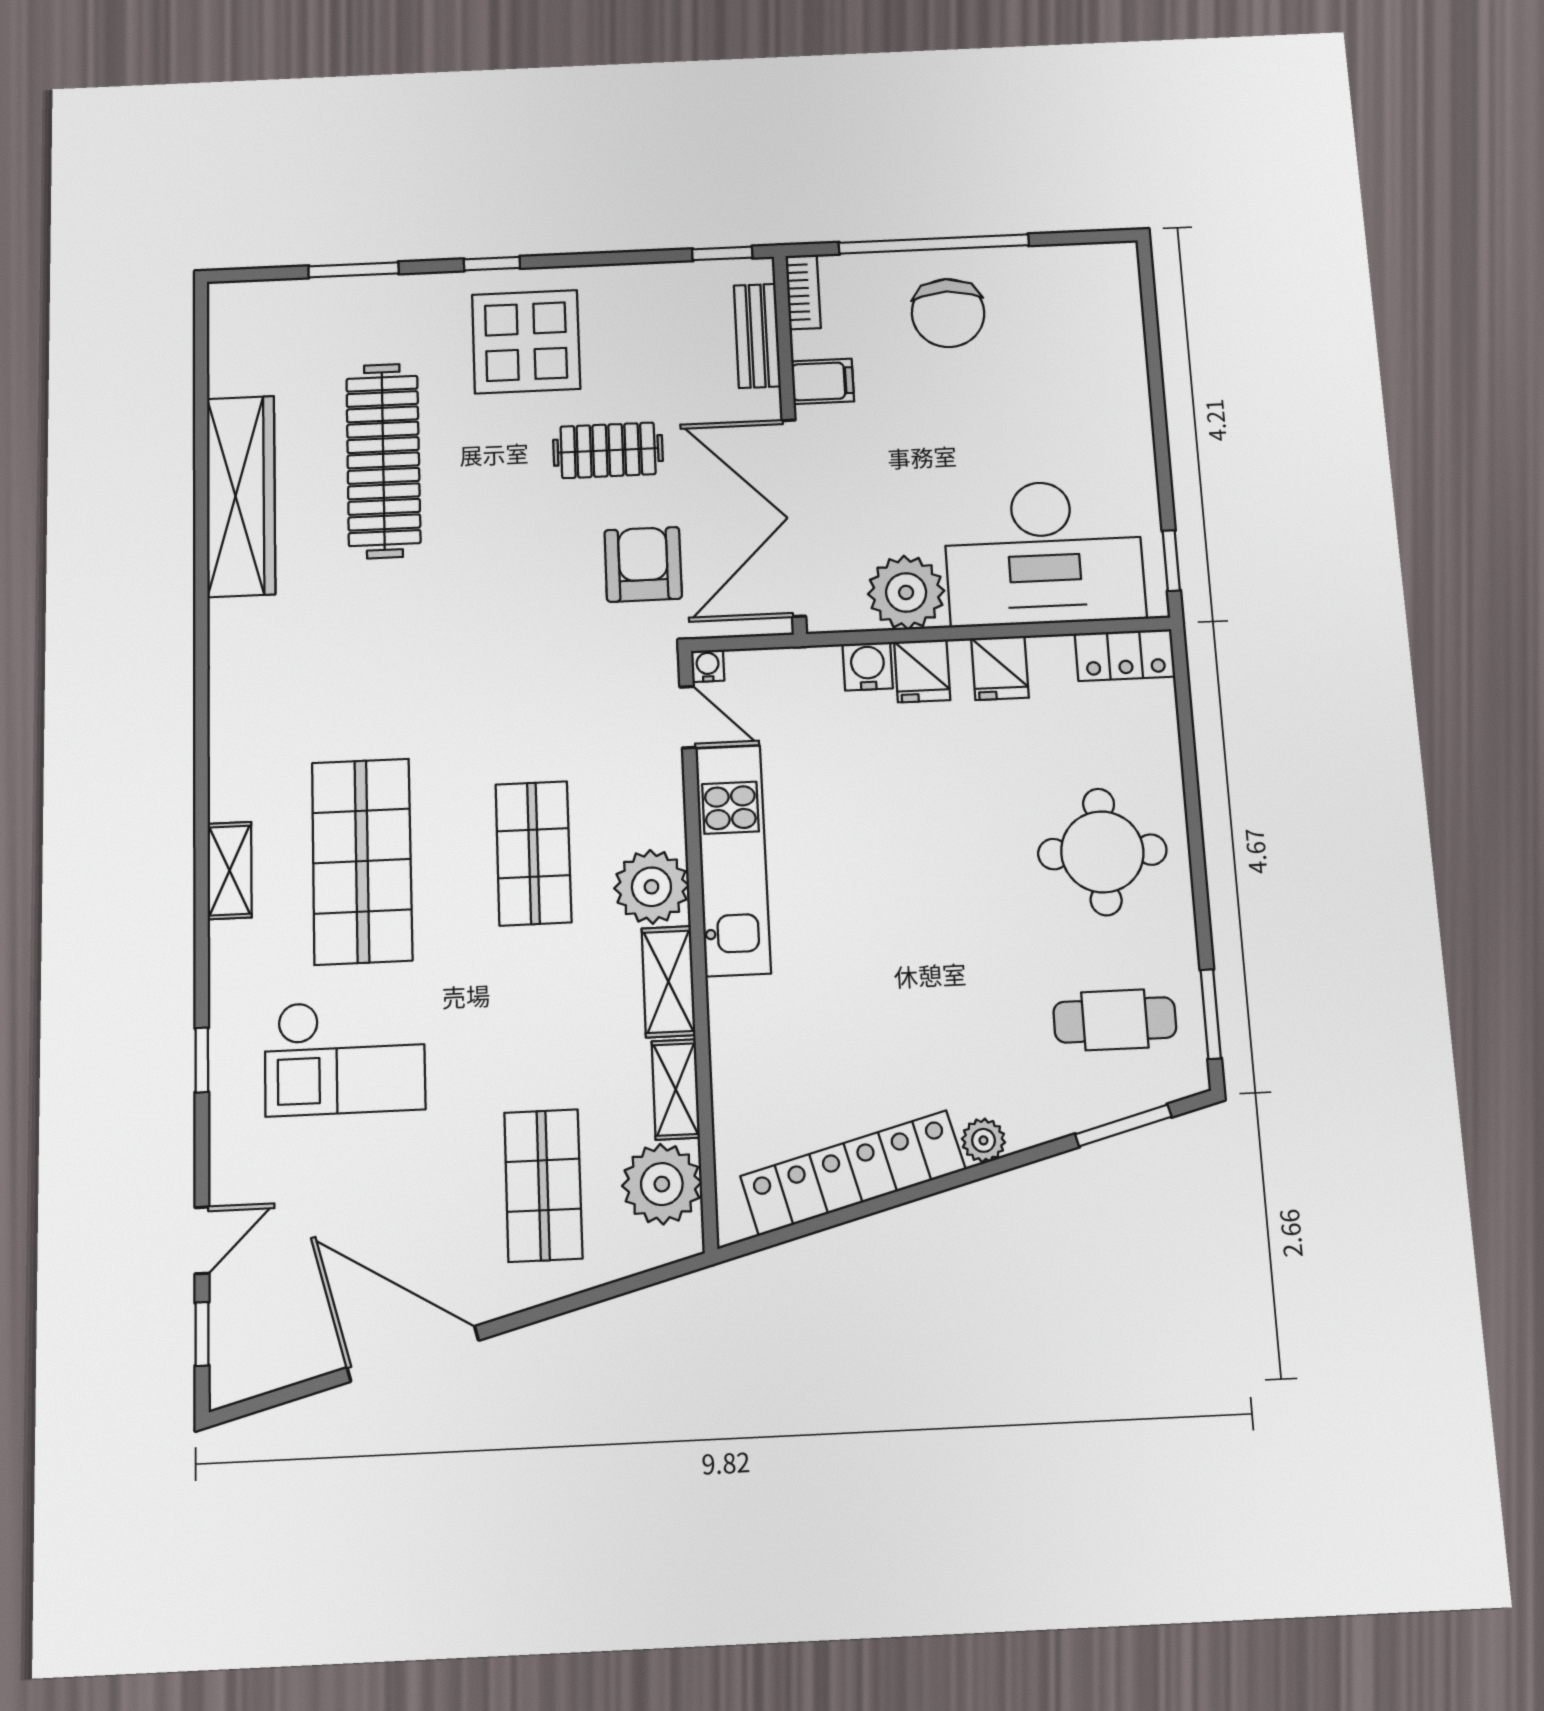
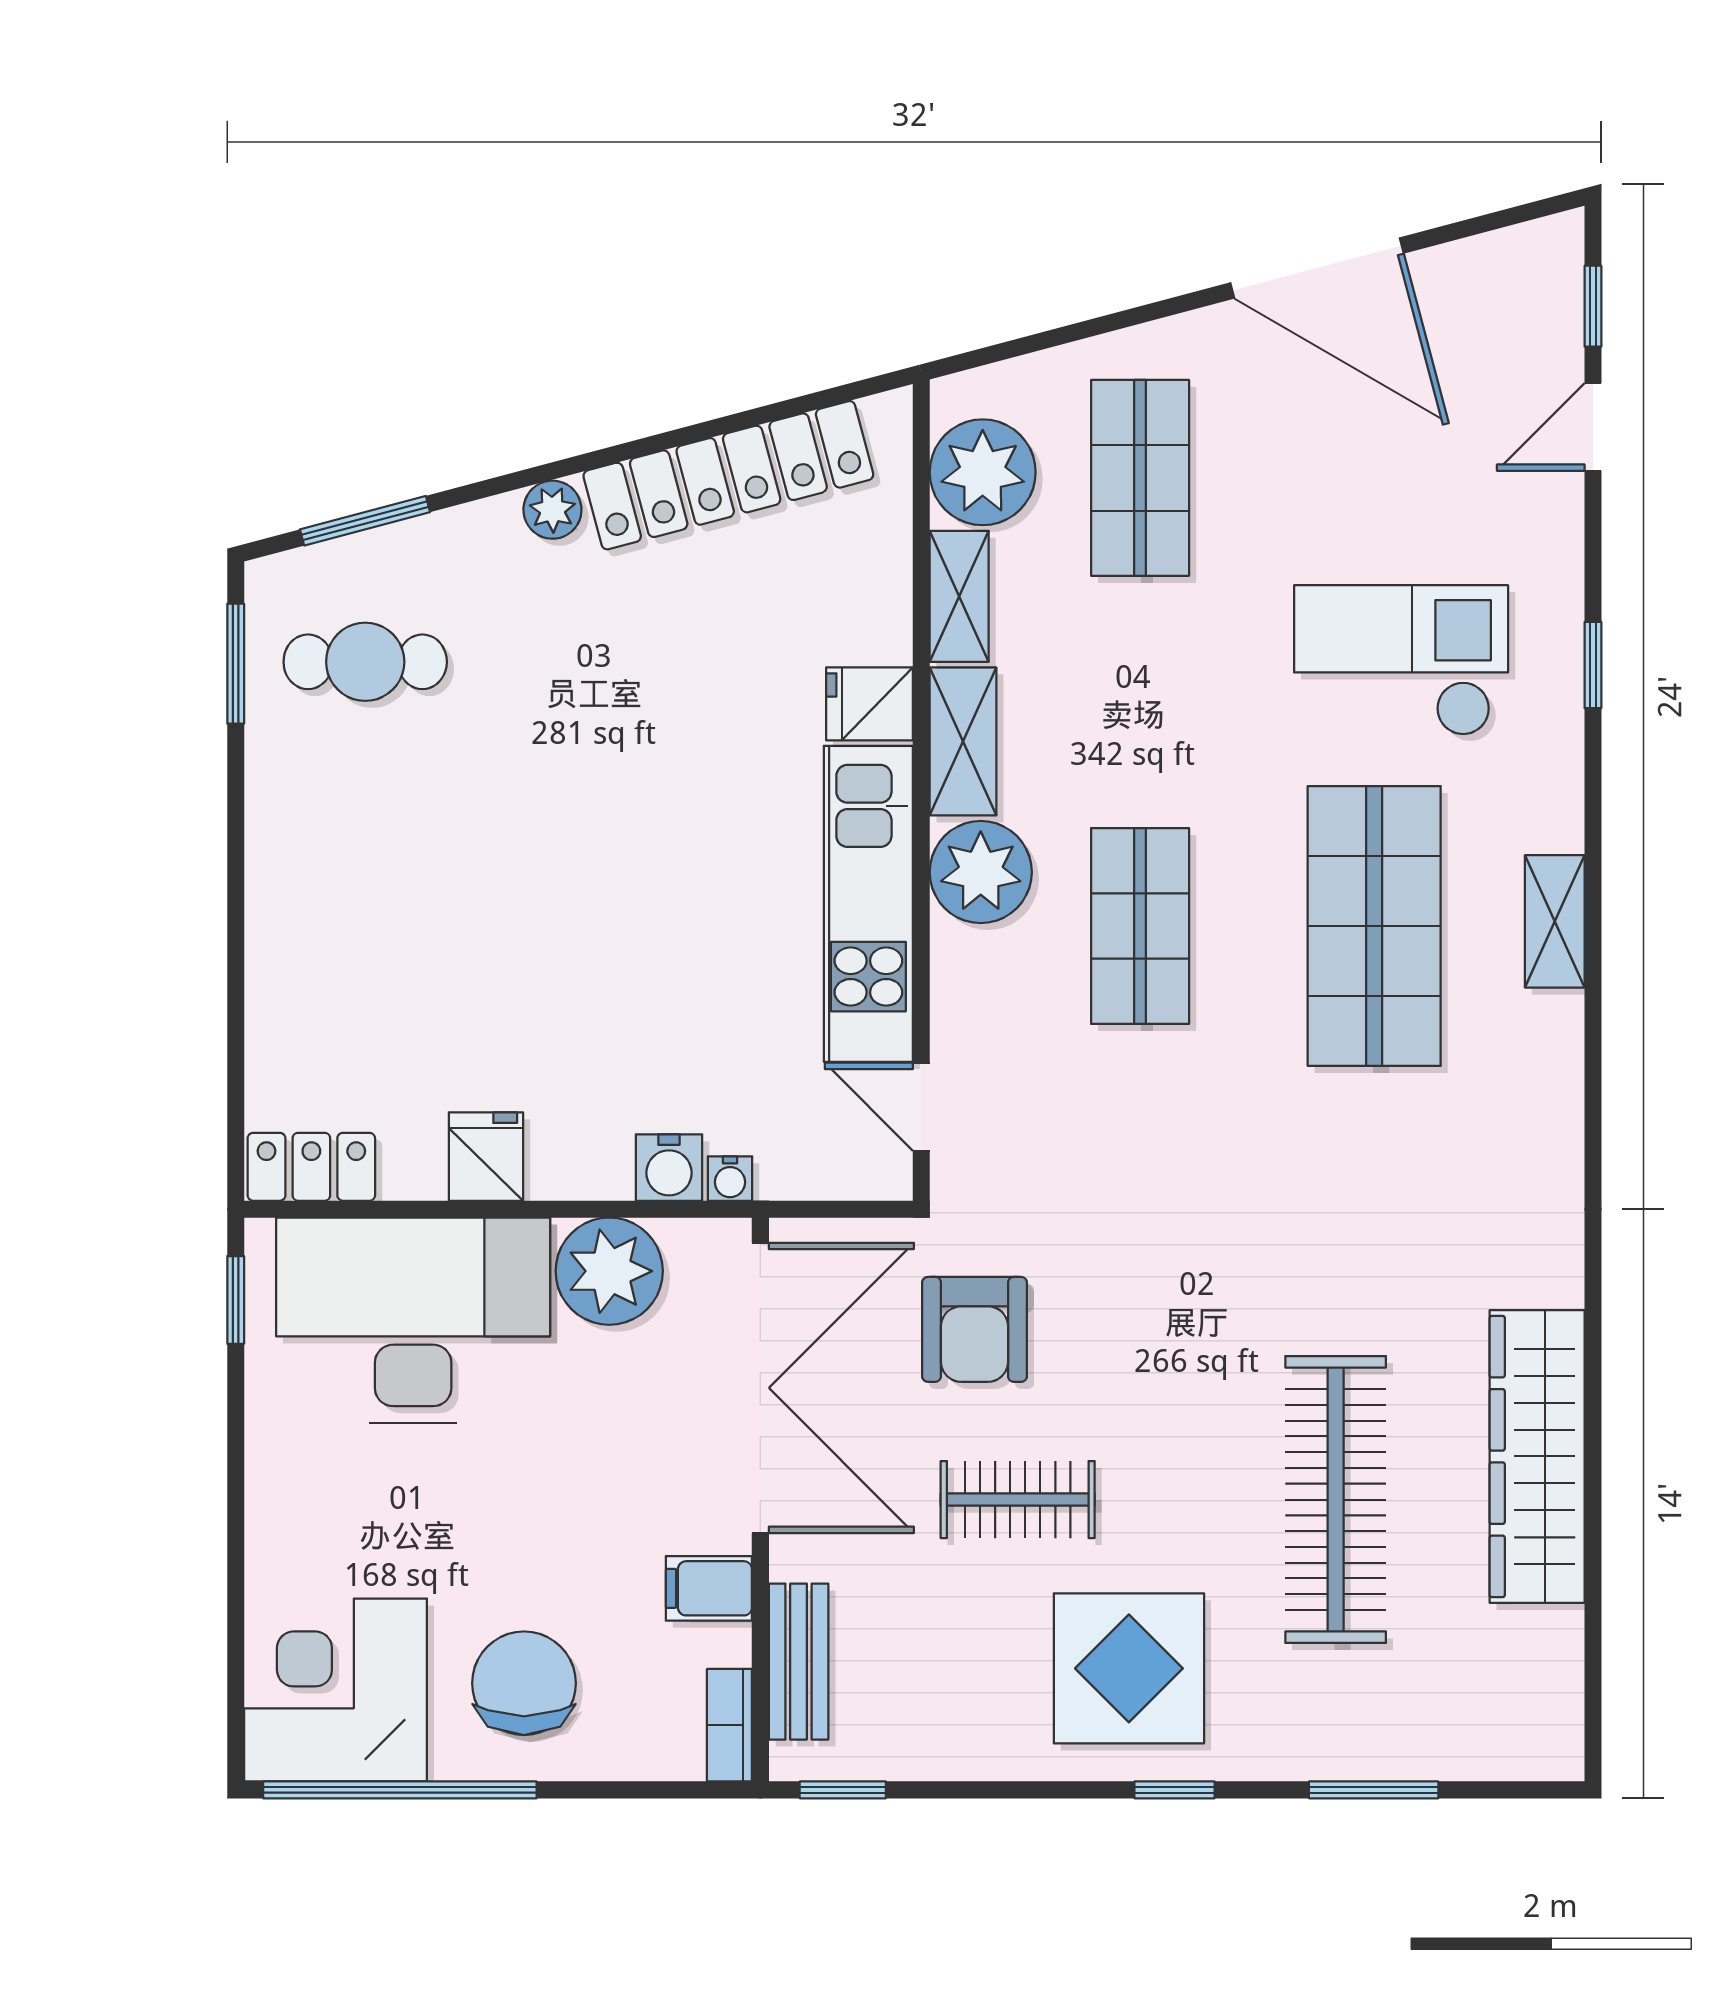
window: (934, 244) -> (400, 1790), moved
corner desk: (1079, 303) -> (336, 1690), added
water cooler: (708, 666) -> (730, 1179), moved
fridge: (922, 671) -> (869, 704), moved, turned -90
round table: (1102, 852) -> (364, 892), removed

